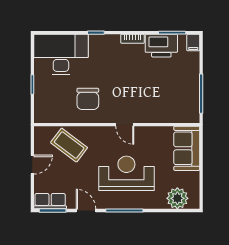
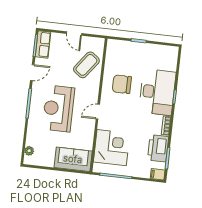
desk: (61, 54) -> (157, 92), moved
corner desk: (167, 103) -> (112, 148), added
reception desk: (126, 173) -> (58, 108), turned 180
plant: (177, 198) -> (29, 151), width x0.53, depth x0.53

